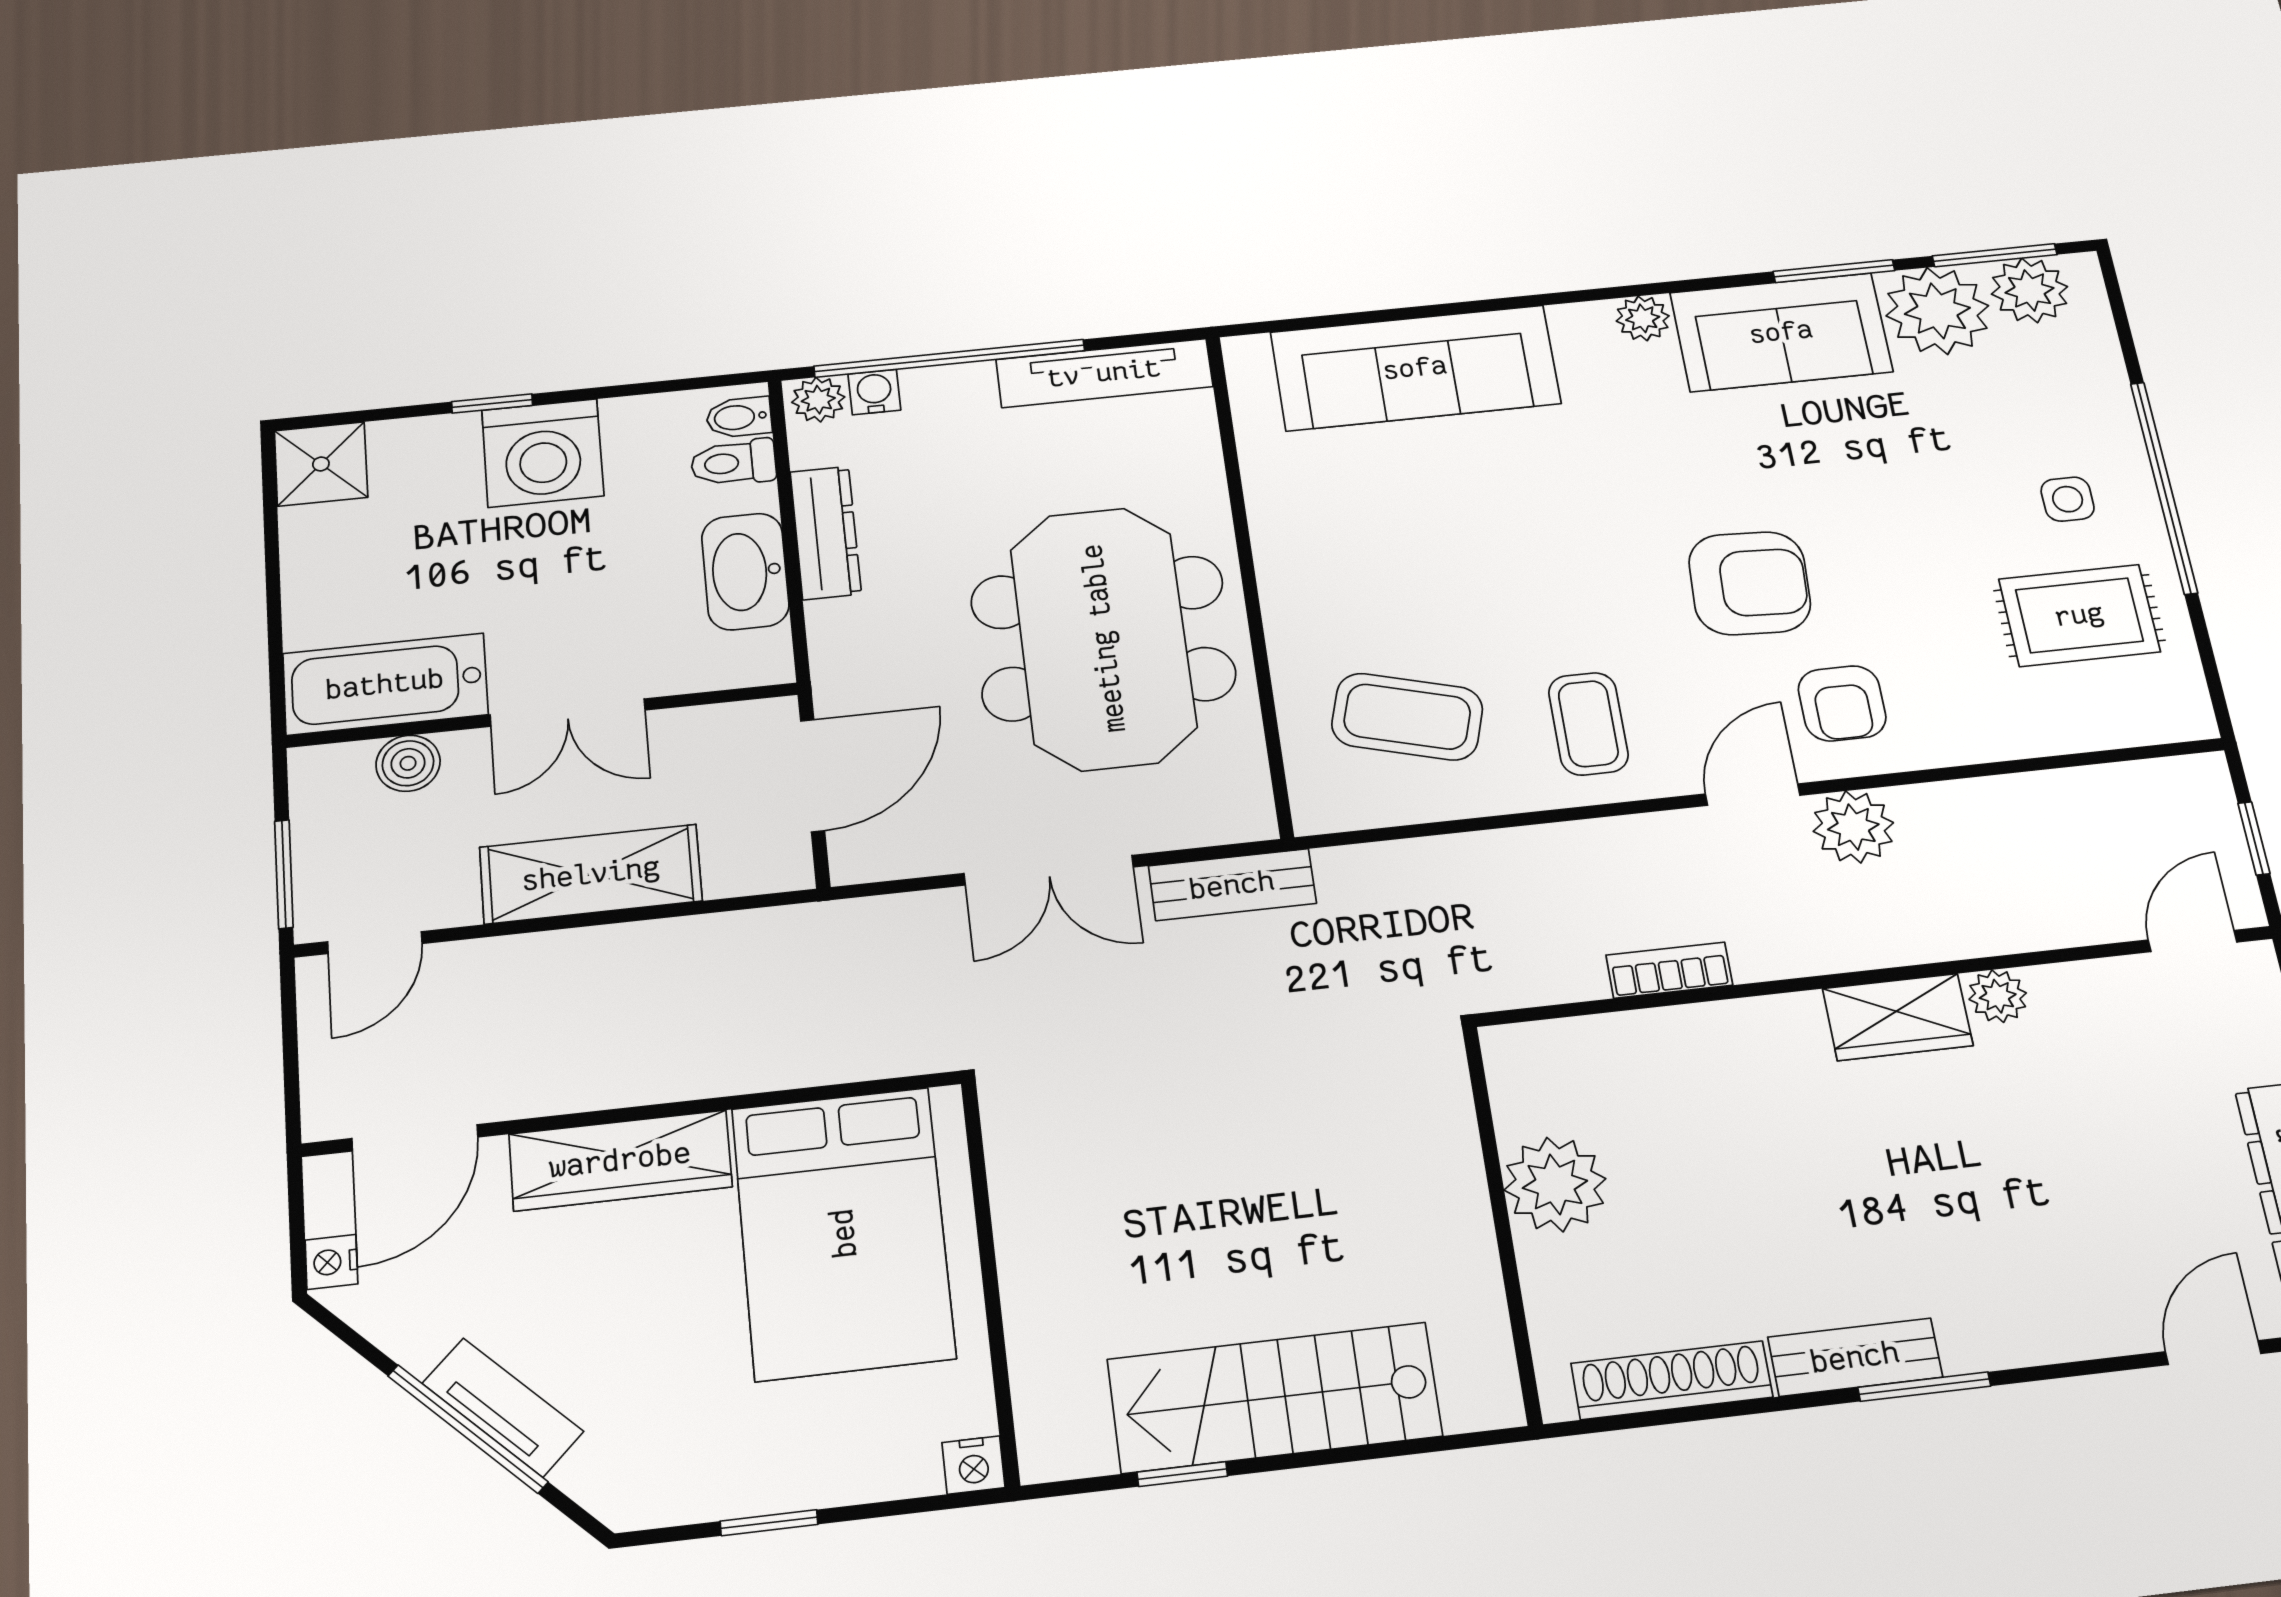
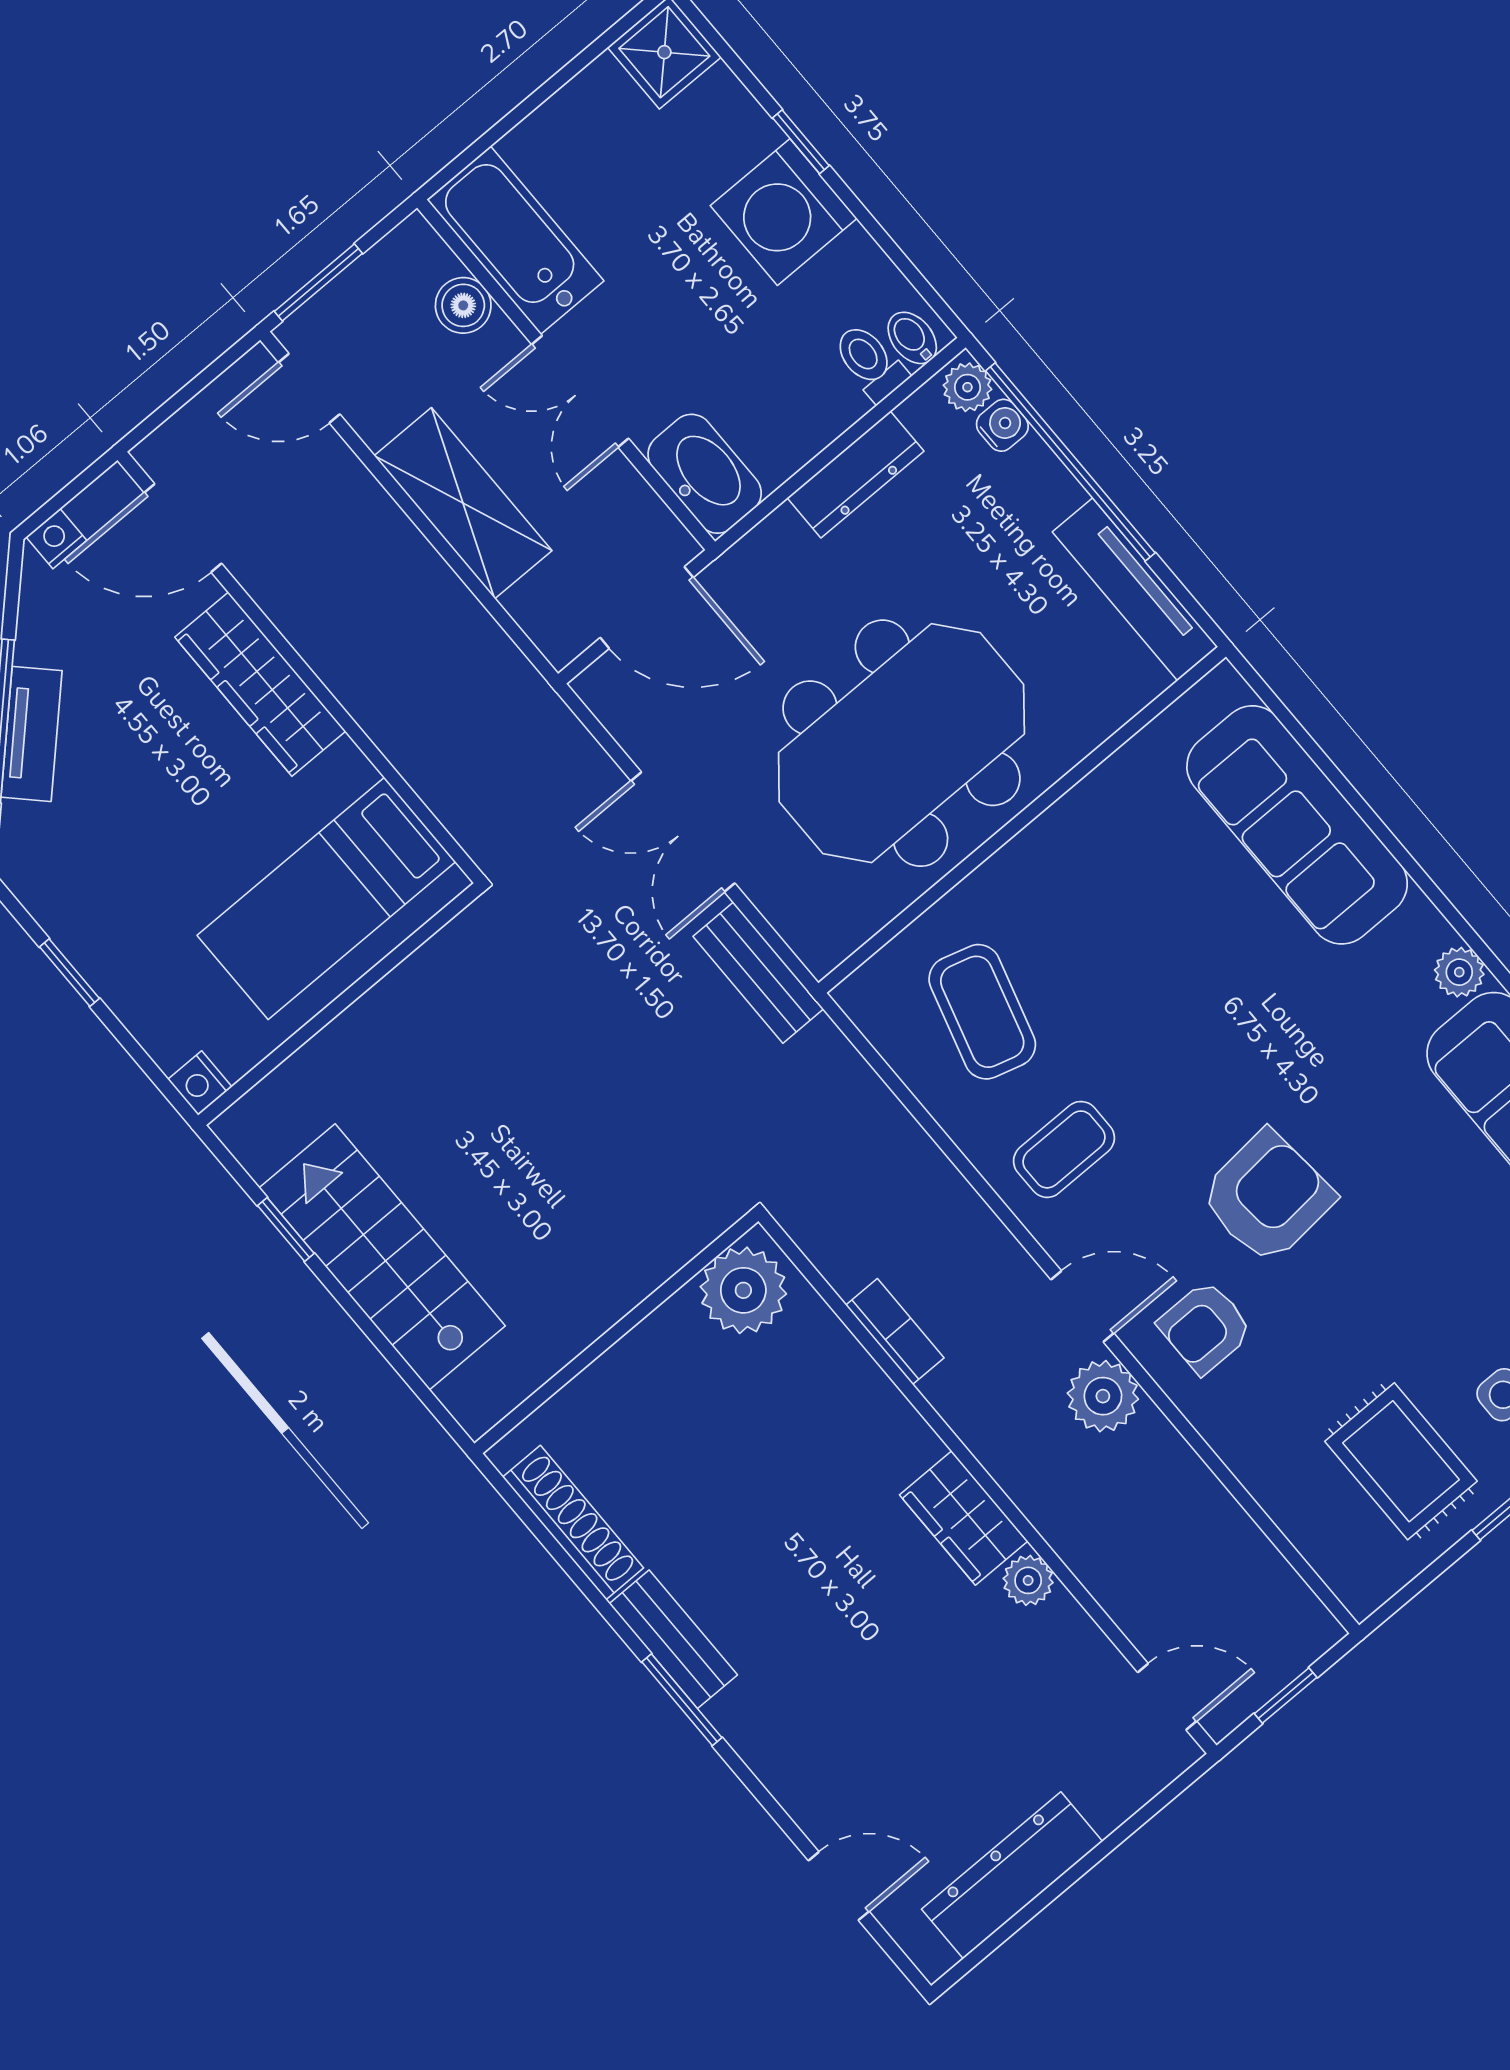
washbasin: (745, 571) -> (705, 474), moved, turned 90
armchair: (1750, 583) -> (1267, 1197), turned -98
plant: (1555, 1184) -> (743, 1290), moved
bed: (843, 1233) -> (326, 898), width x0.67

